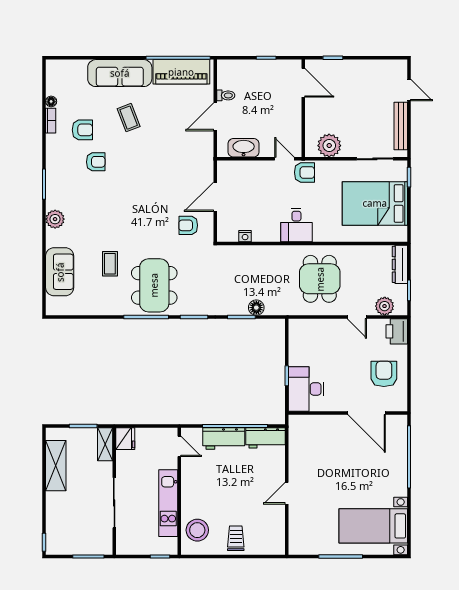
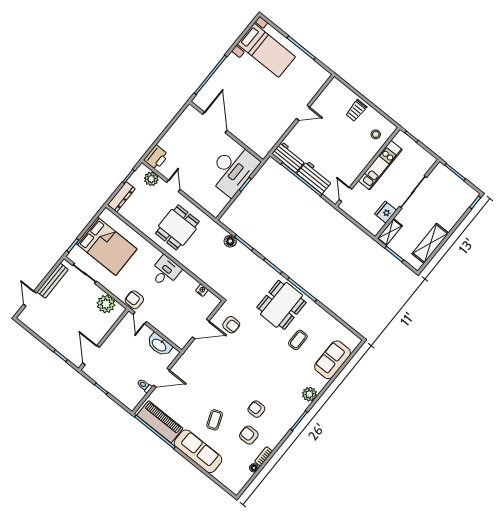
armchair: (384, 374) -> (185, 138), removed
desk: (306, 389) -> (233, 169), width x1.36, depth x1.30
fridge: (125, 439) -> (386, 212), moved
stool: (197, 530) -> (376, 134), width x0.53, depth x0.53

